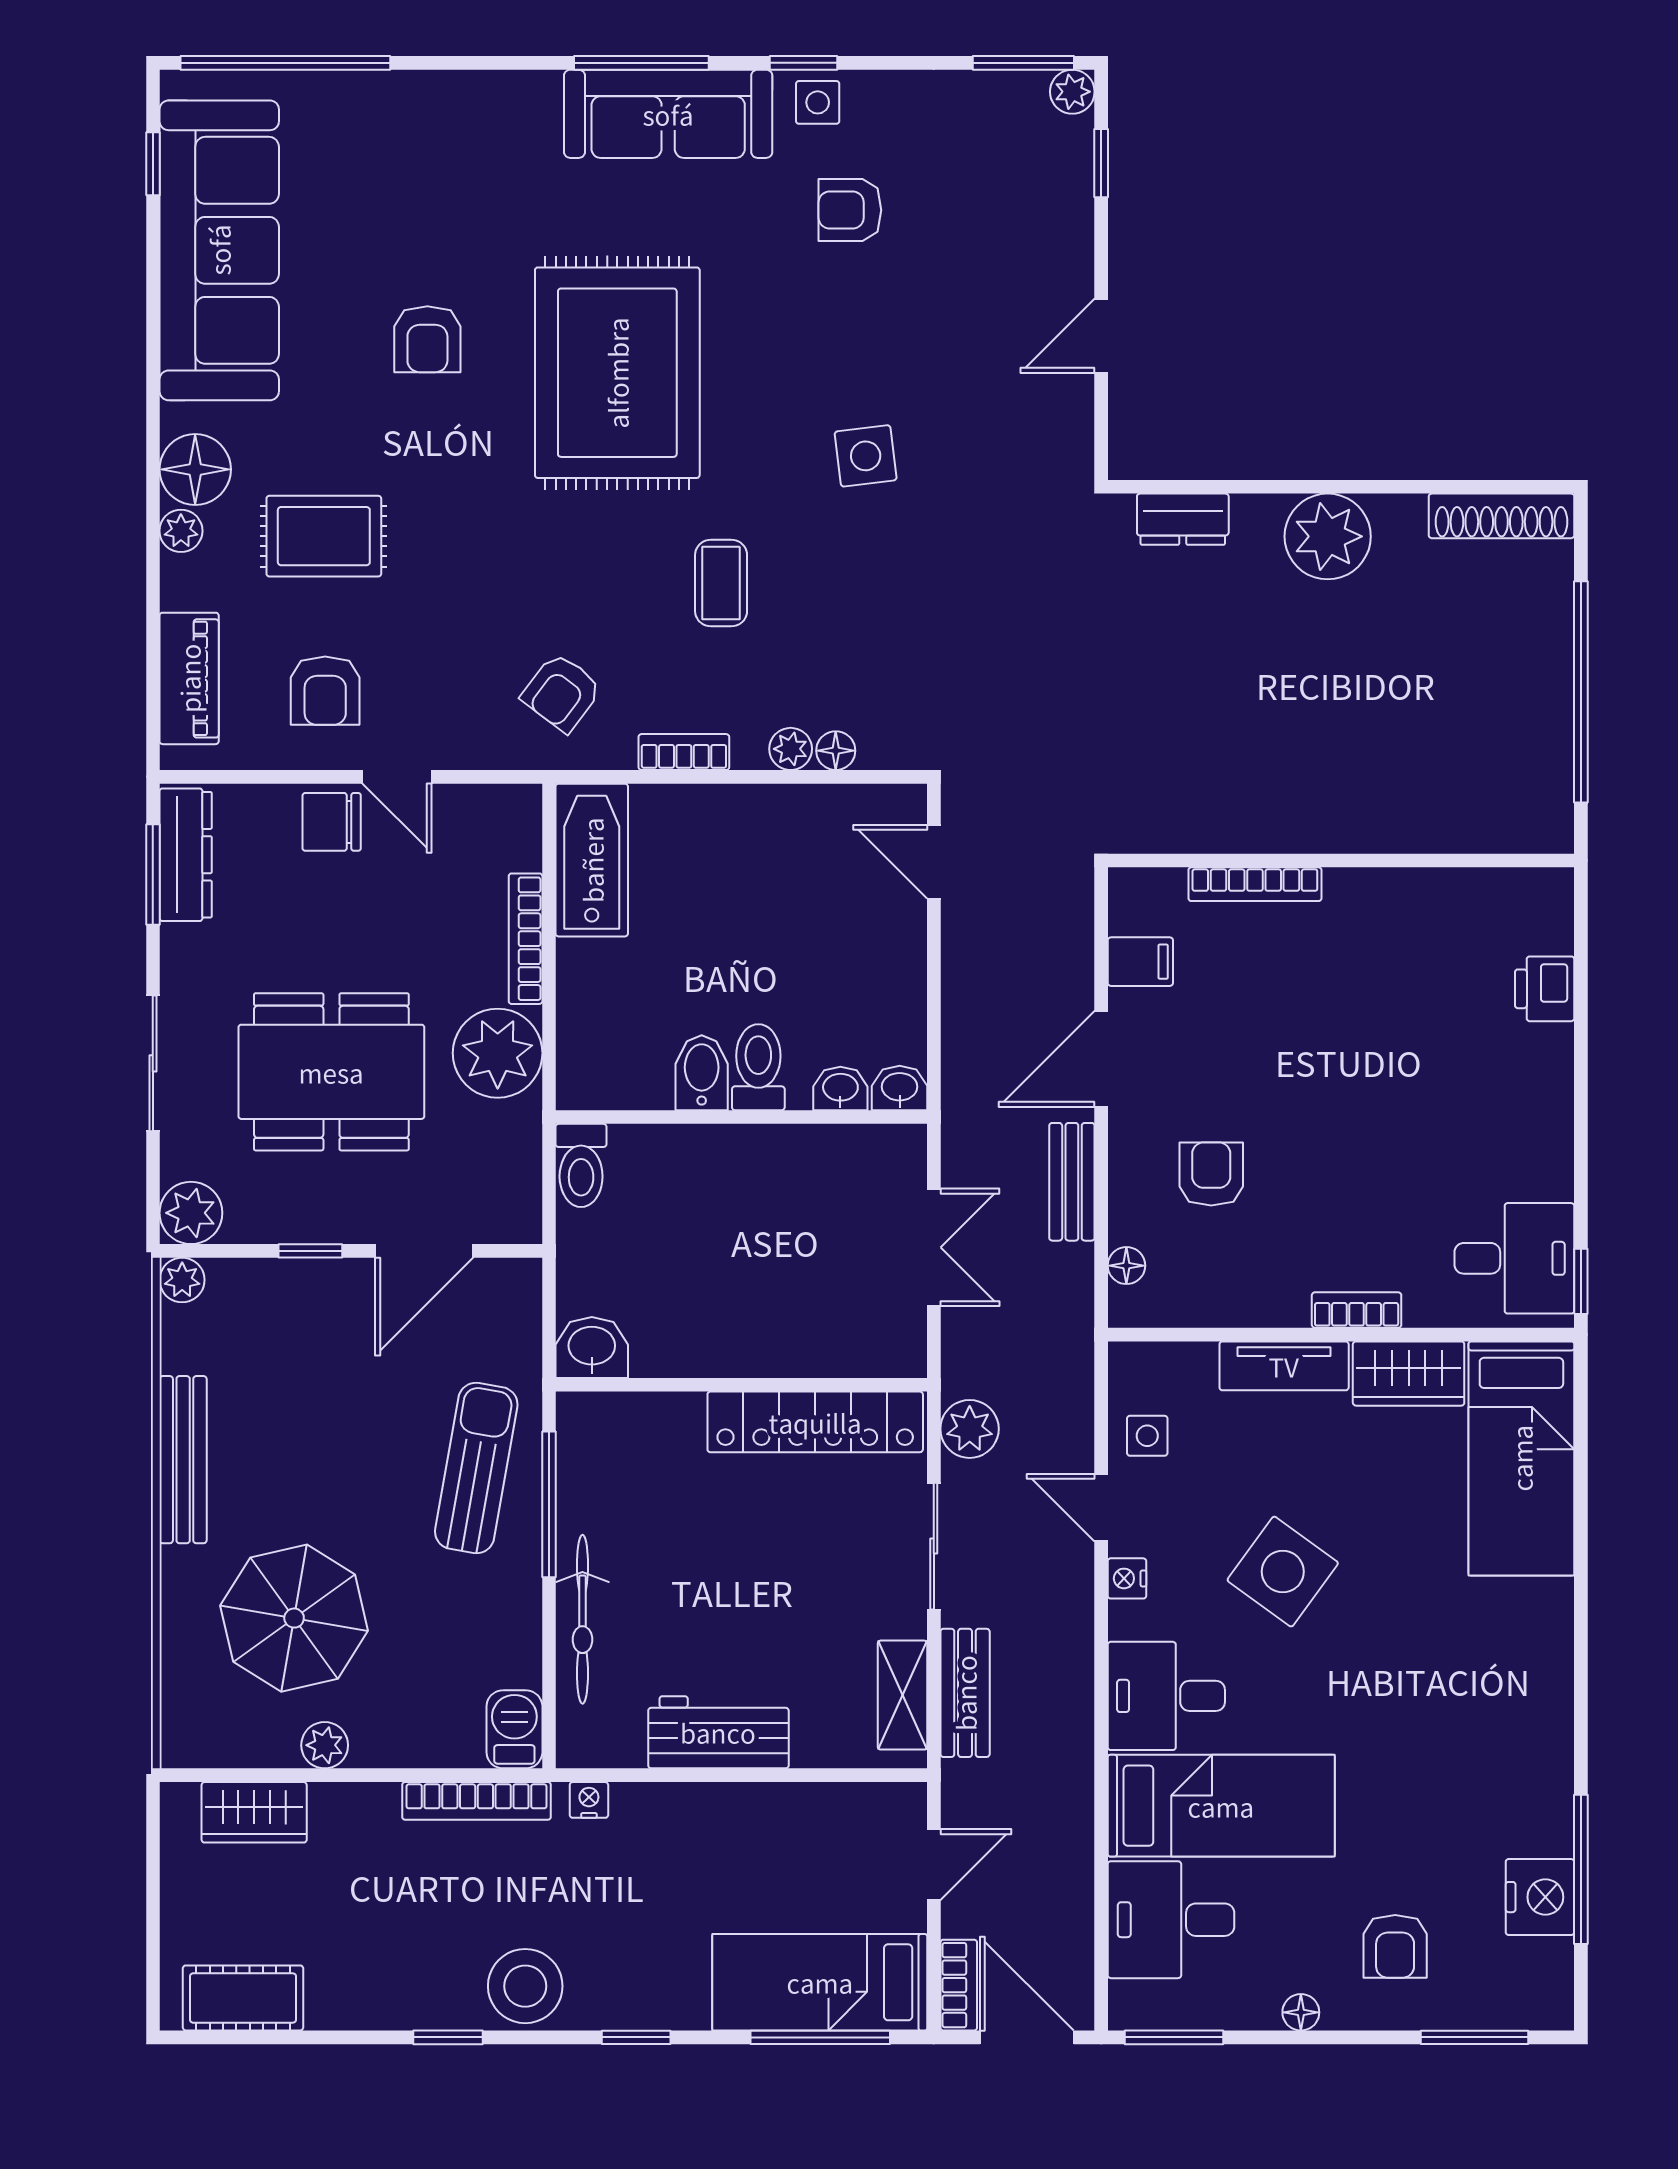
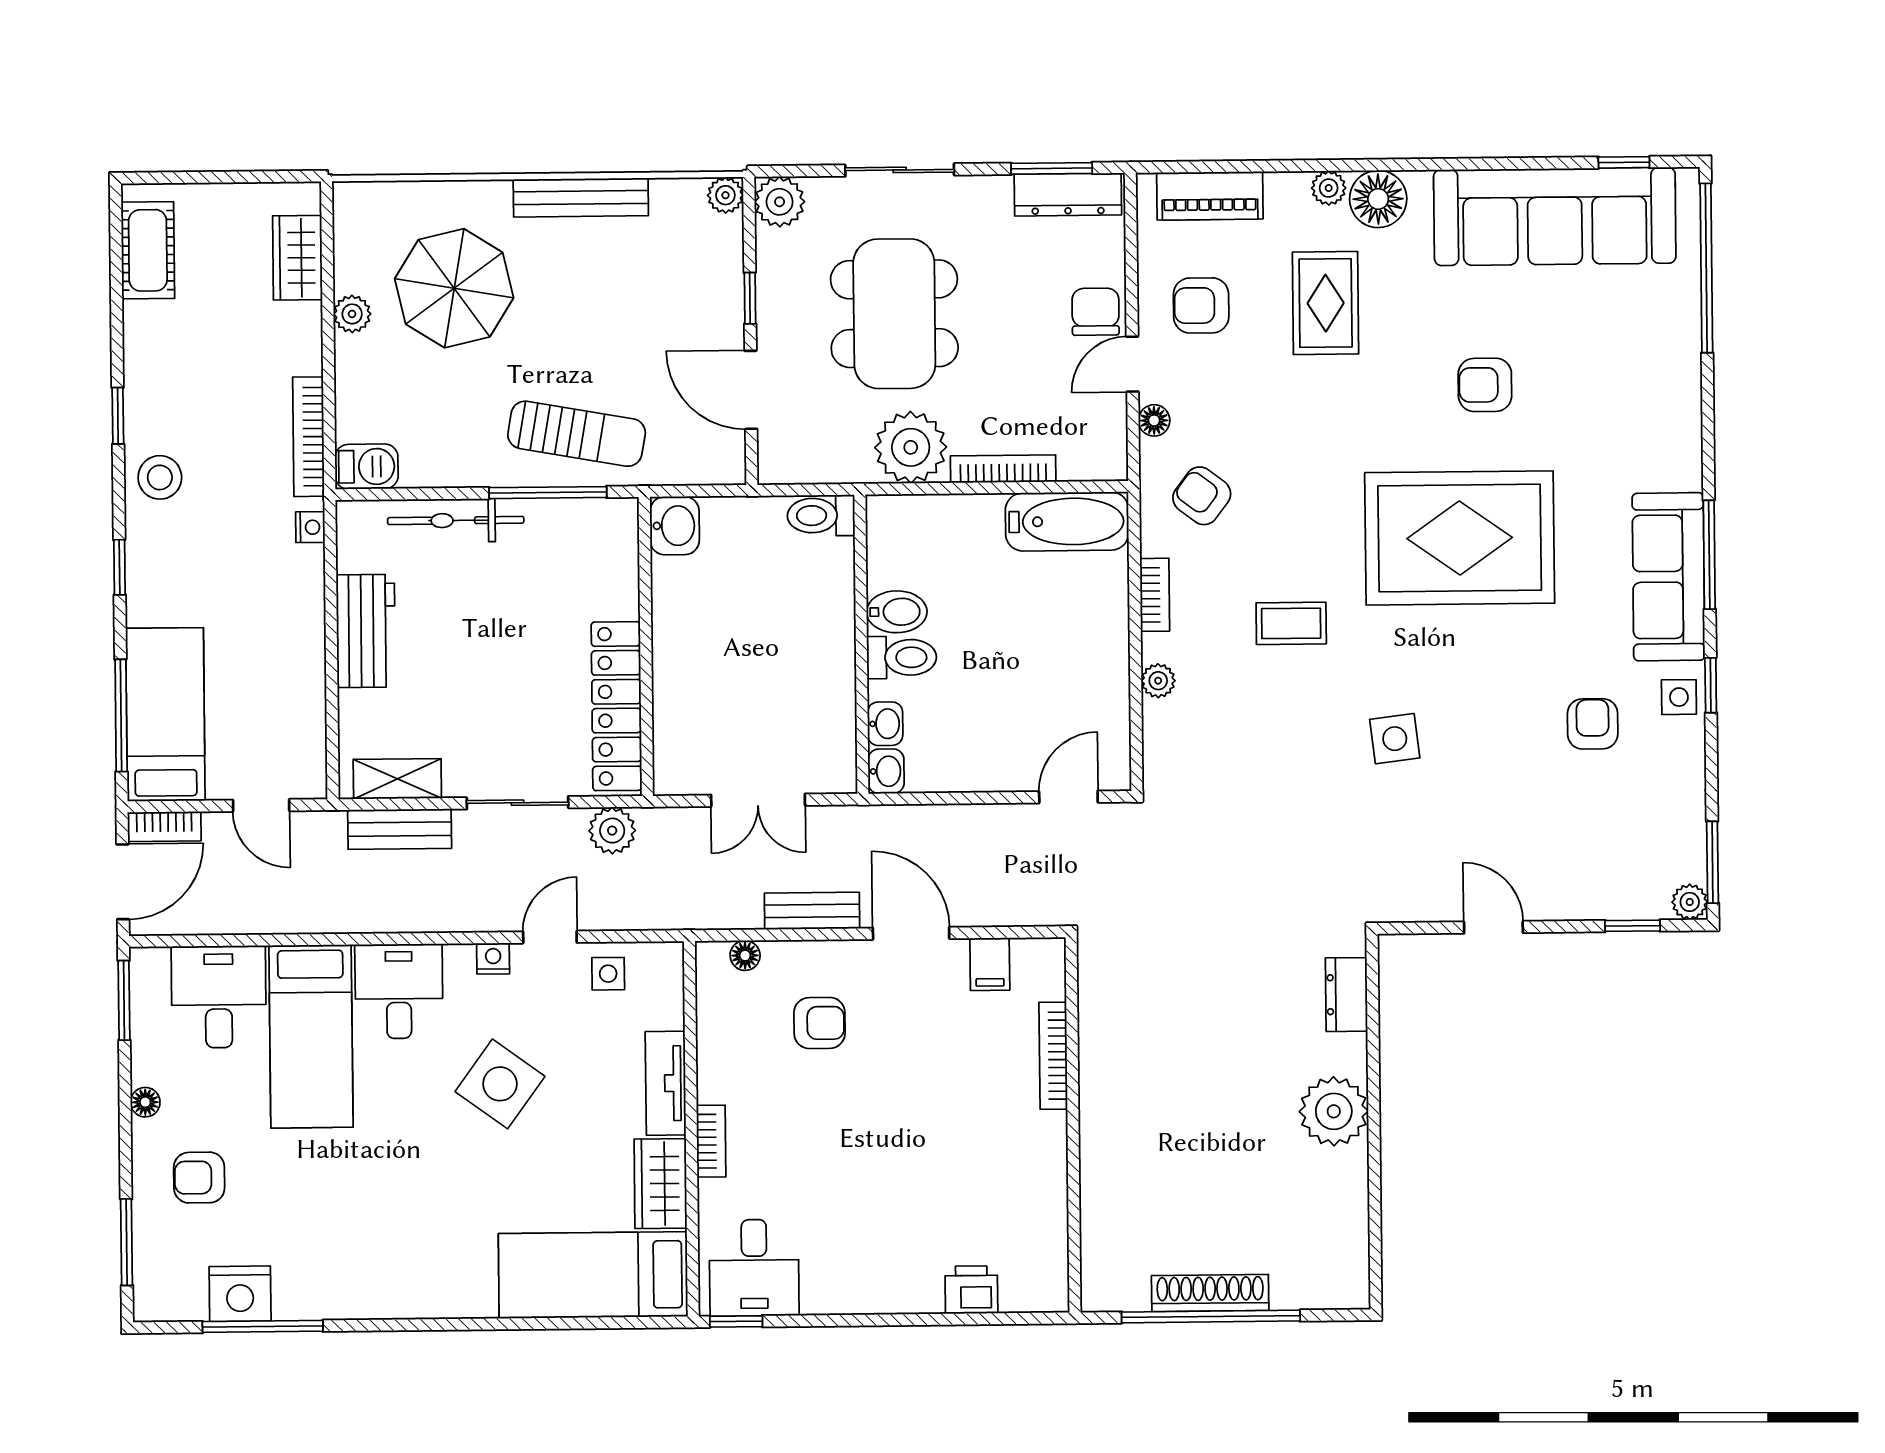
shoe rack: (1501, 516) -> (1210, 1293), moved, turned 90
floor lamp: (836, 751) -> (1154, 420), moved
stool: (525, 1986) -> (160, 477), width x0.73, depth x0.73

